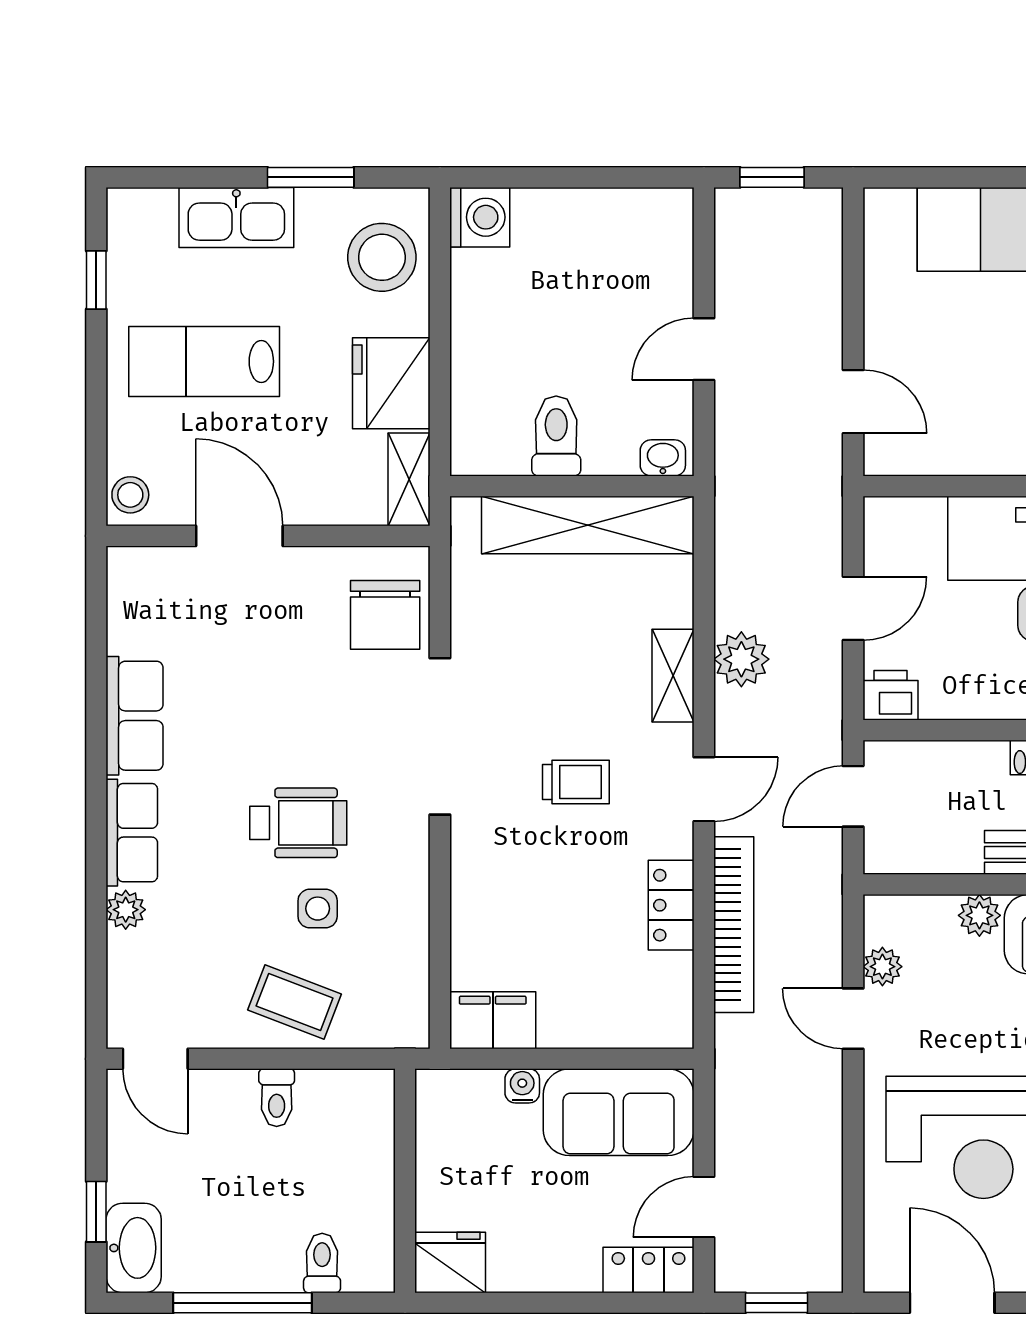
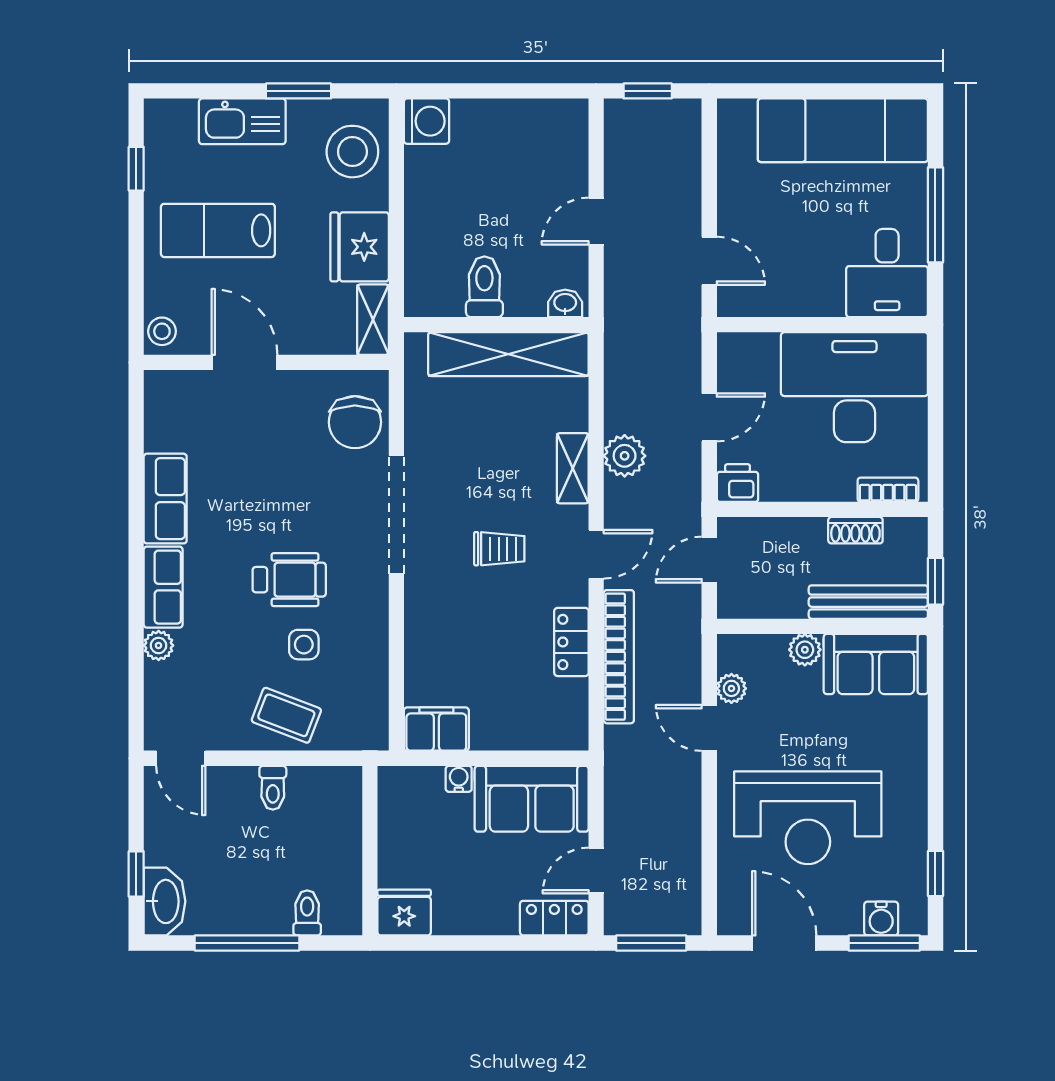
window: (776, 1303) -> (651, 943), width x1.50

